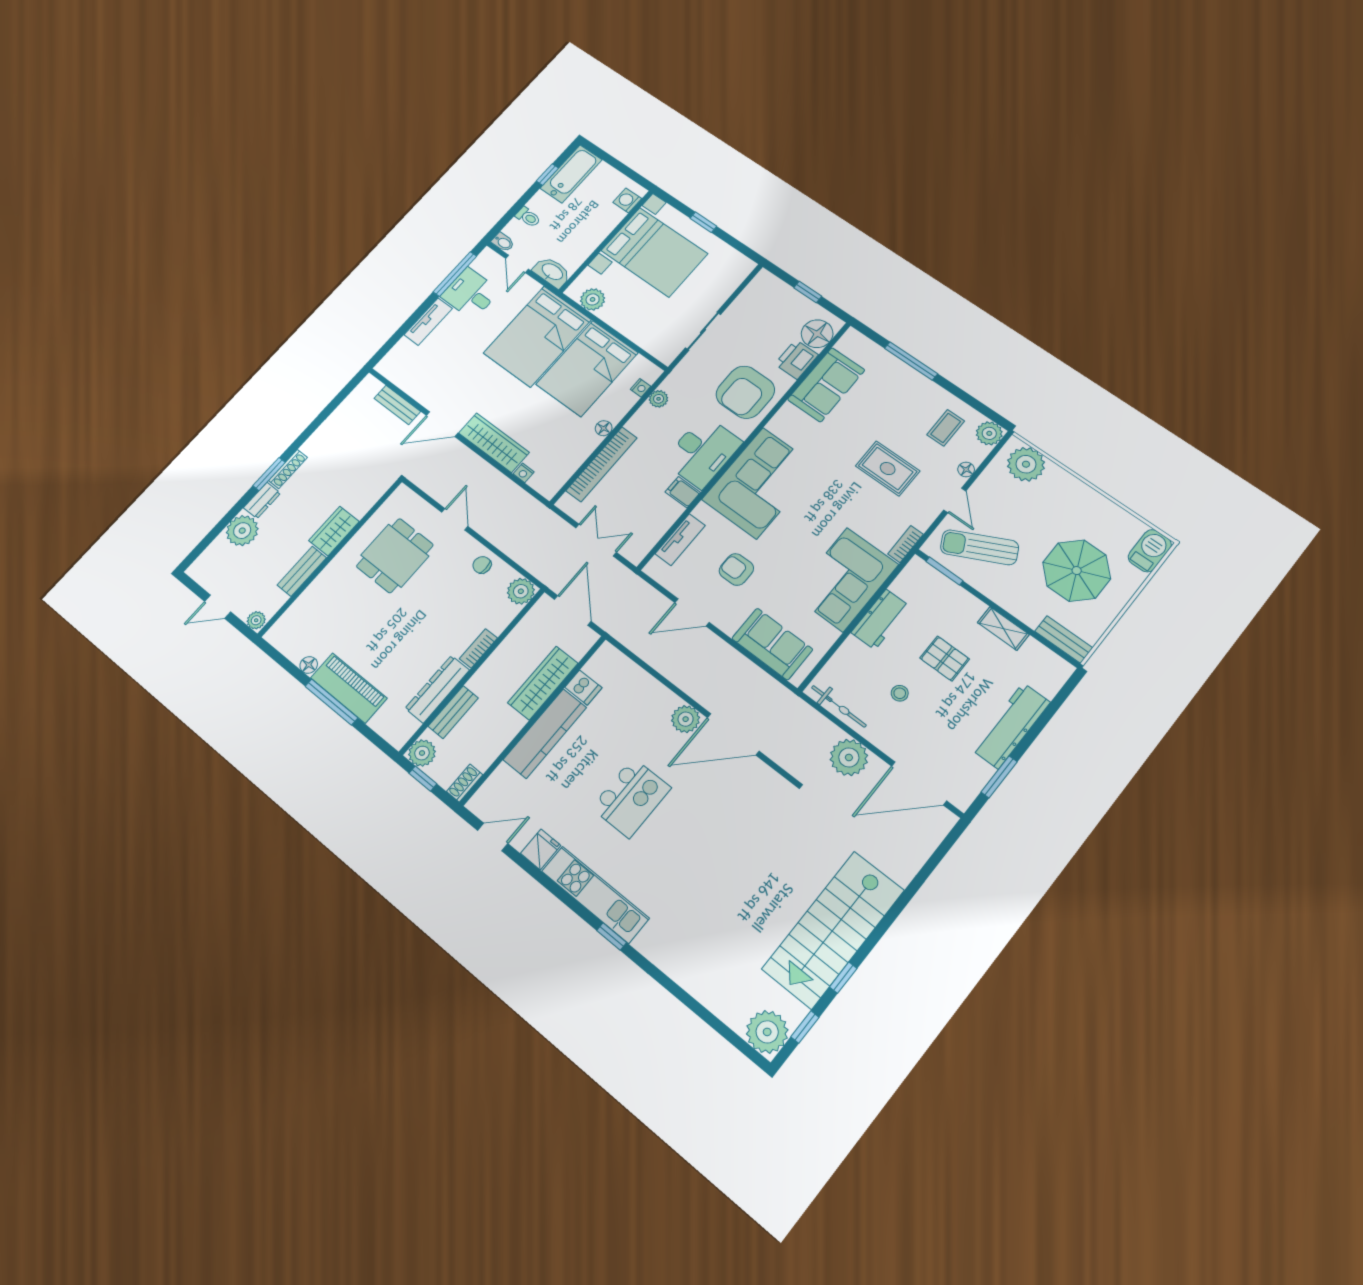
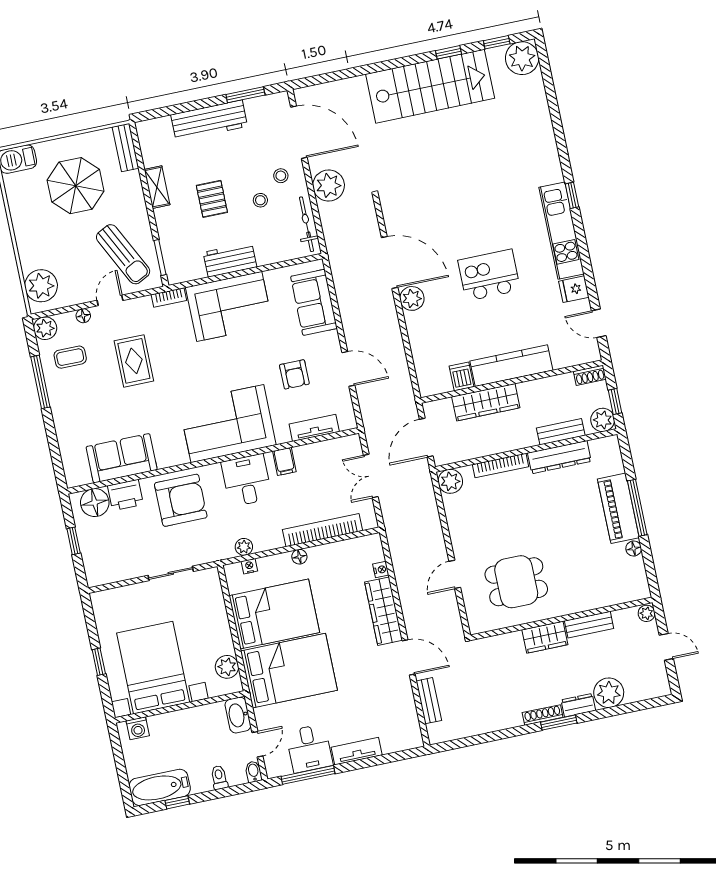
window: (911, 361) -> (40, 382), moved
desk: (703, 452) -> (247, 480), width x0.73
chair: (482, 565) -> (462, 523), removed
bookcase: (478, 648) -> (501, 466), width x1.56
stool: (901, 730) -> (281, 176), added

